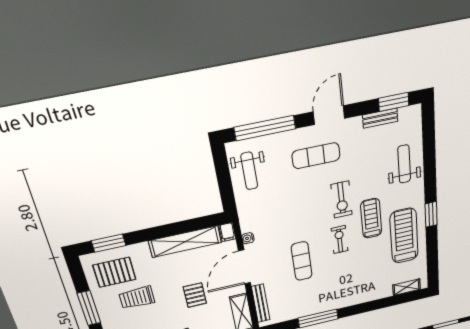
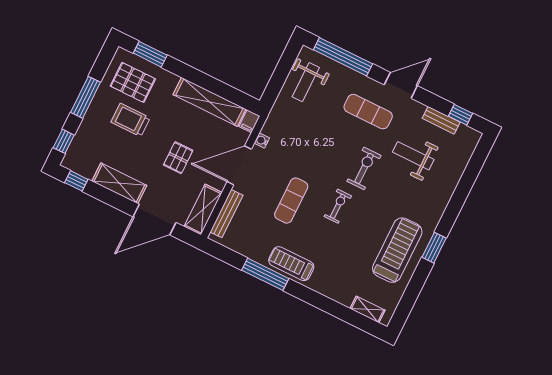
window: (394, 102) -> (460, 115), width x0.67
weight bench: (404, 164) -> (413, 156), moved, turned -90
exercise bike: (342, 200) -> (364, 168), turned 180
treadmill: (371, 218) -> (291, 264), moved, turned -90

